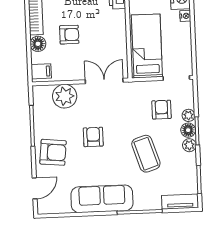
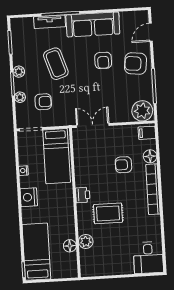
nightstand: (185, 16) -> (23, 171), moved
double door: (104, 81) -> (93, 125), swing flipped
plant: (65, 96) -> (142, 111), moved
armchair: (161, 110) -> (43, 102), turned -90
floor lamp: (188, 130) -> (20, 85), removed
armchair: (93, 137) -> (103, 60), moved
tv unit: (180, 202) -> (50, 22), moved

